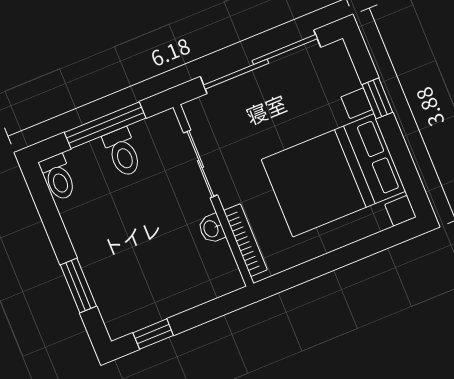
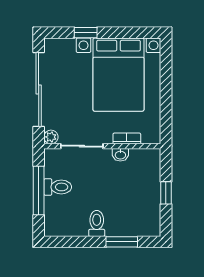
plant: (195, 111) -> (51, 137), added
toilet: (58, 177) -> (97, 223), moved, turned -90
bookcase: (245, 240) -> (127, 138), width x0.64
window: (153, 334) -> (166, 193), moved

